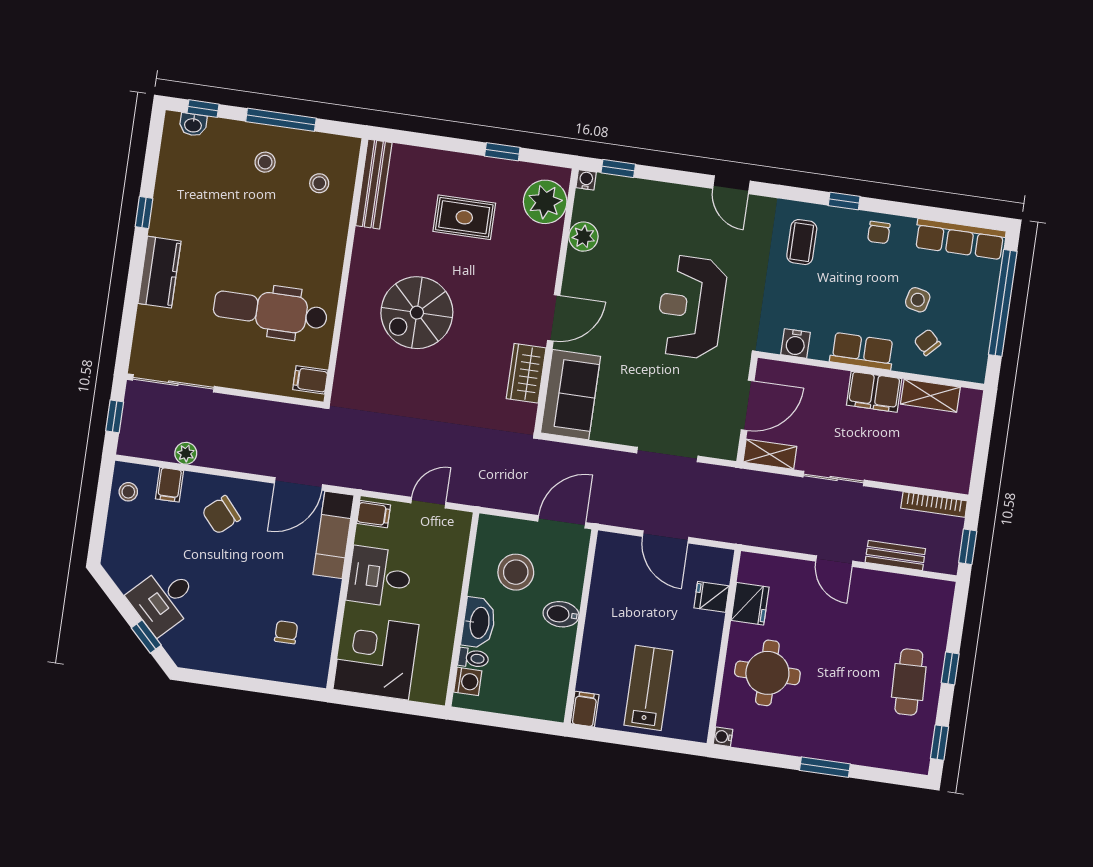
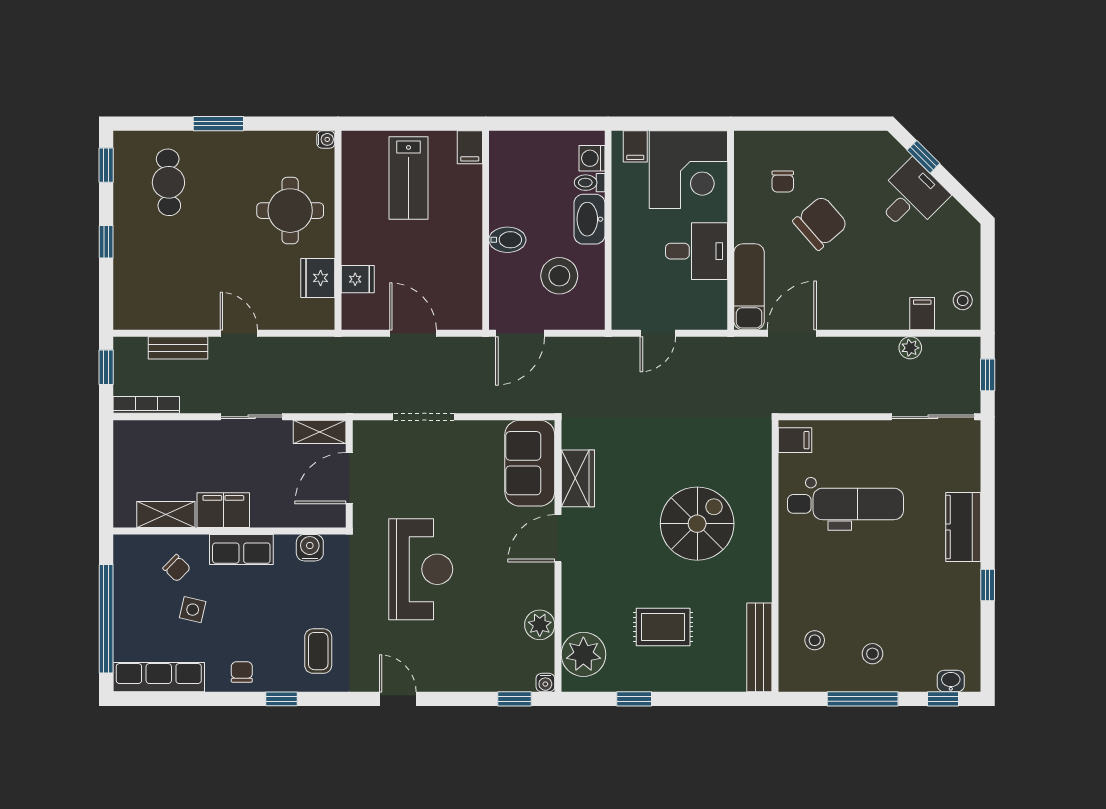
filing cabinet: (374, 514) -> (635, 146), moved, turned -90
chair: (221, 515) -> (820, 223), moved, width x1.37, depth x1.37
cafe table: (909, 682) -> (168, 182), moved

